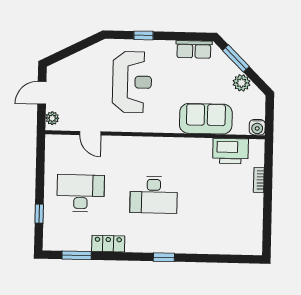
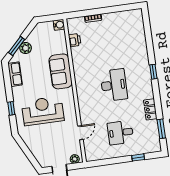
plant: (242, 83) -> (26, 48), moved
sofa: (206, 119) -> (61, 71), moved
printer: (230, 151) -> (75, 40), width x0.53, depth x0.68
desk: (81, 193) -> (120, 133), width x0.73

